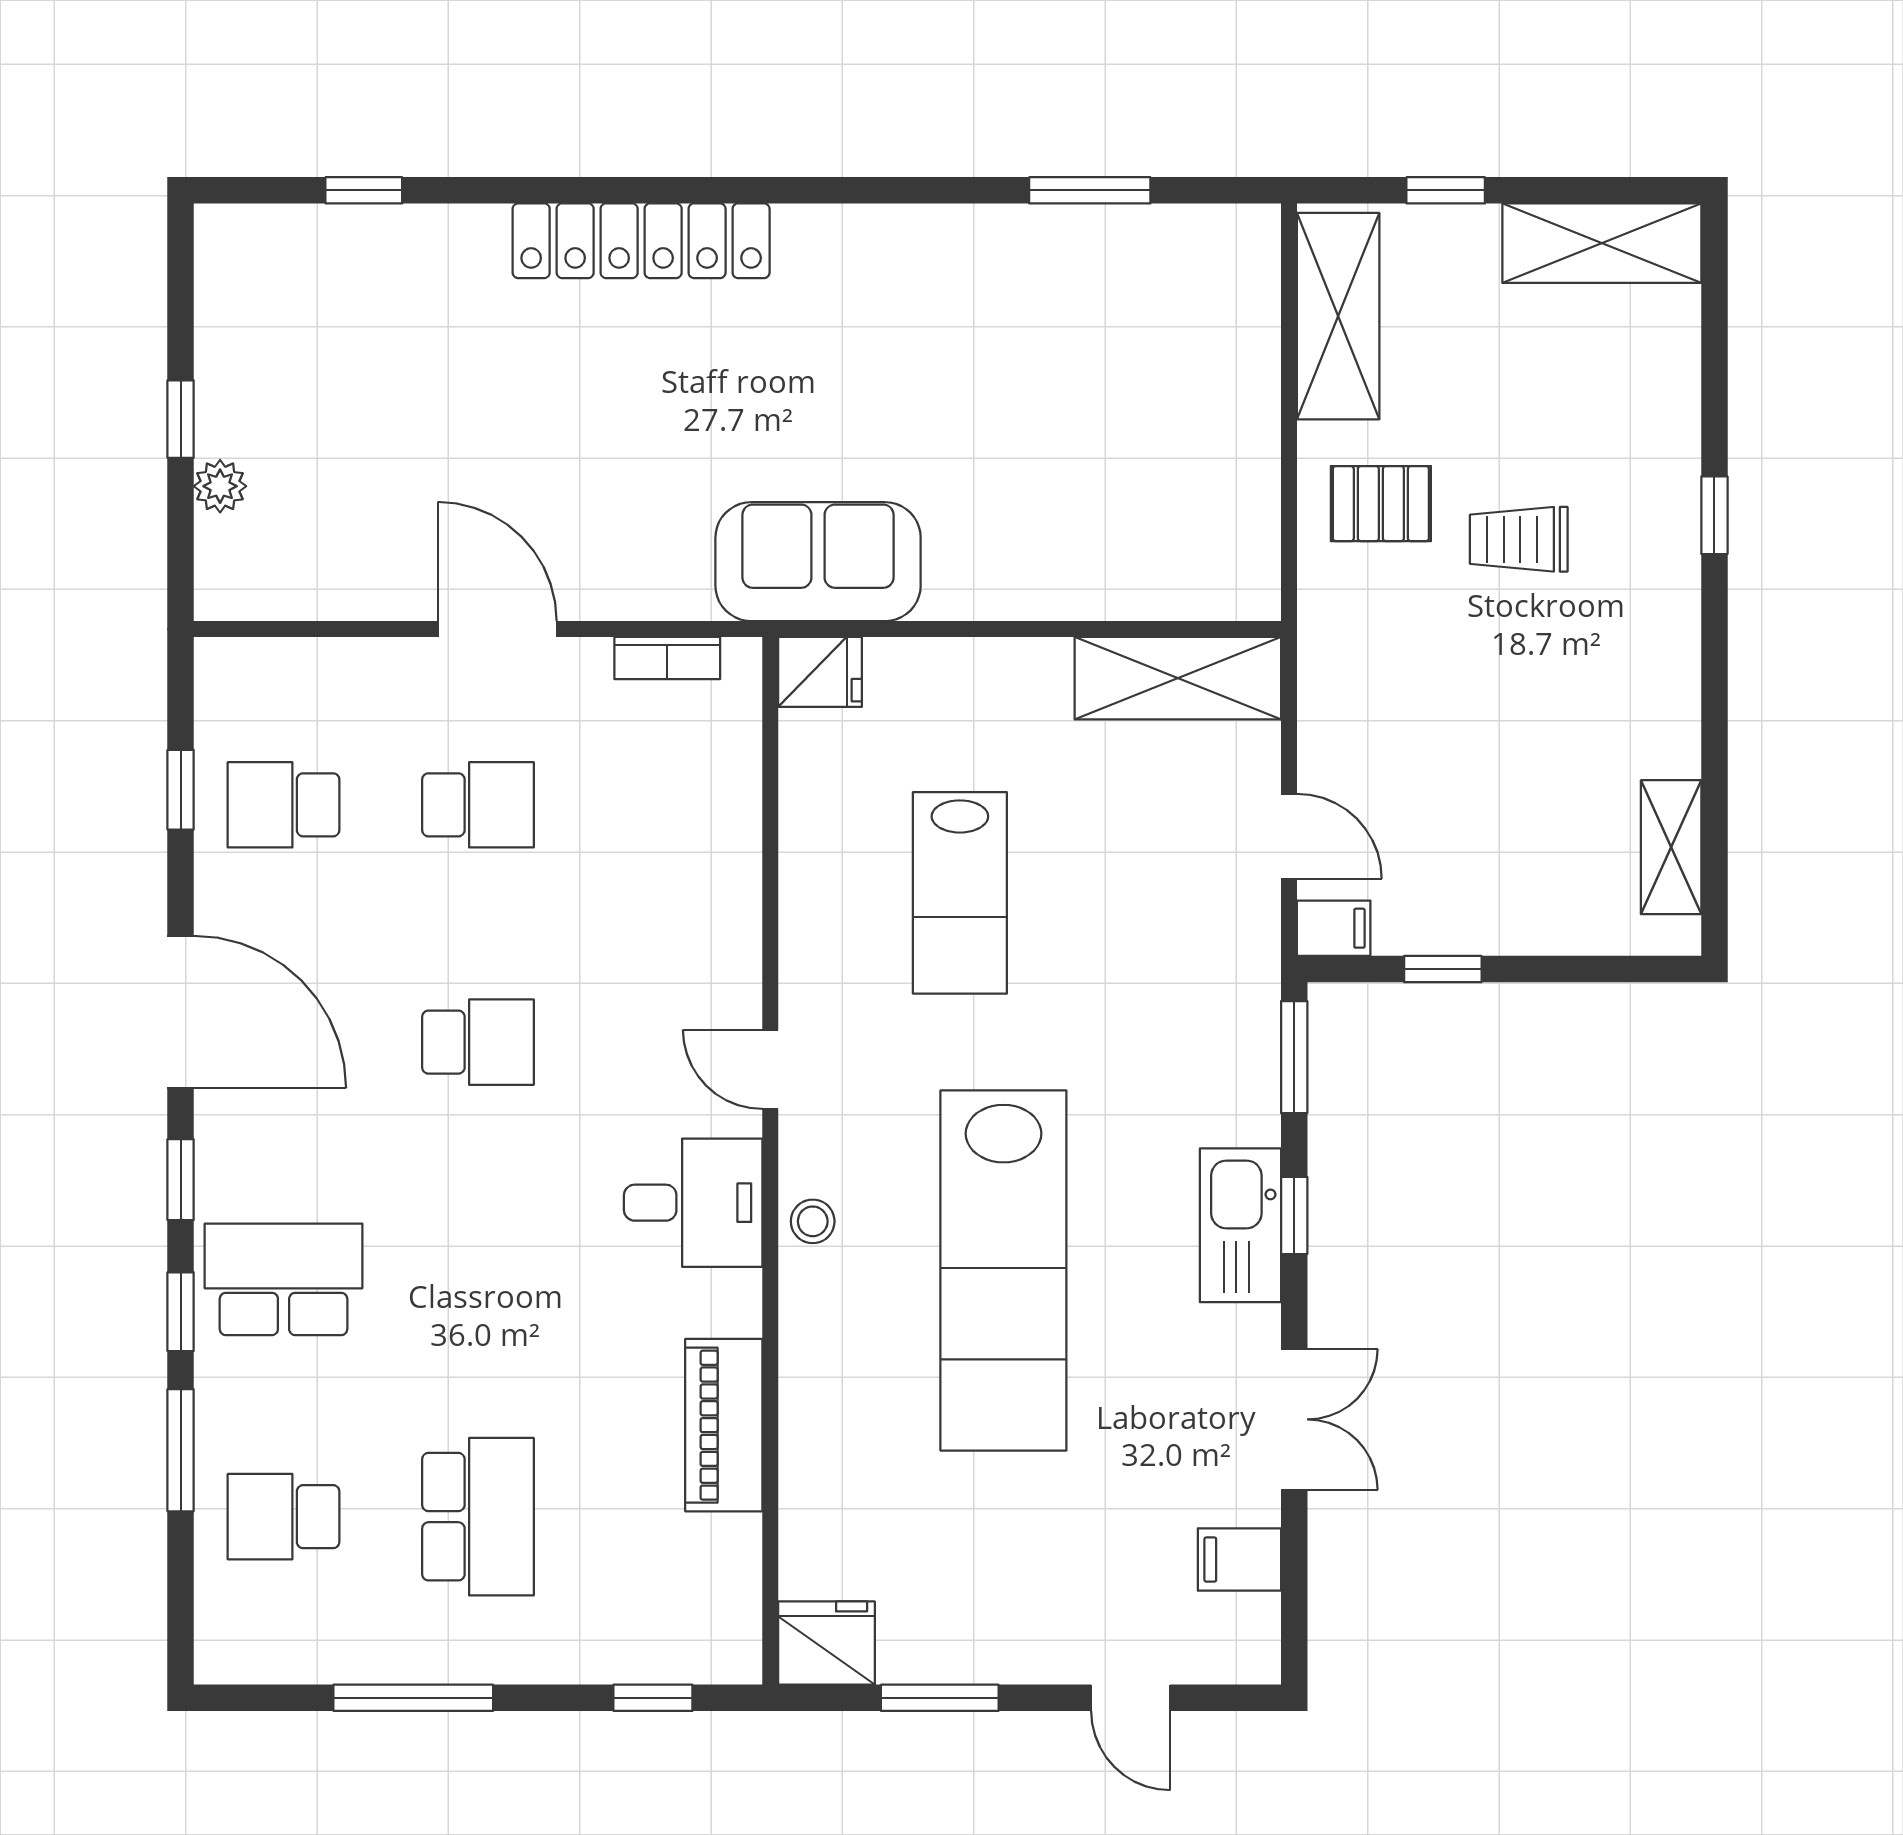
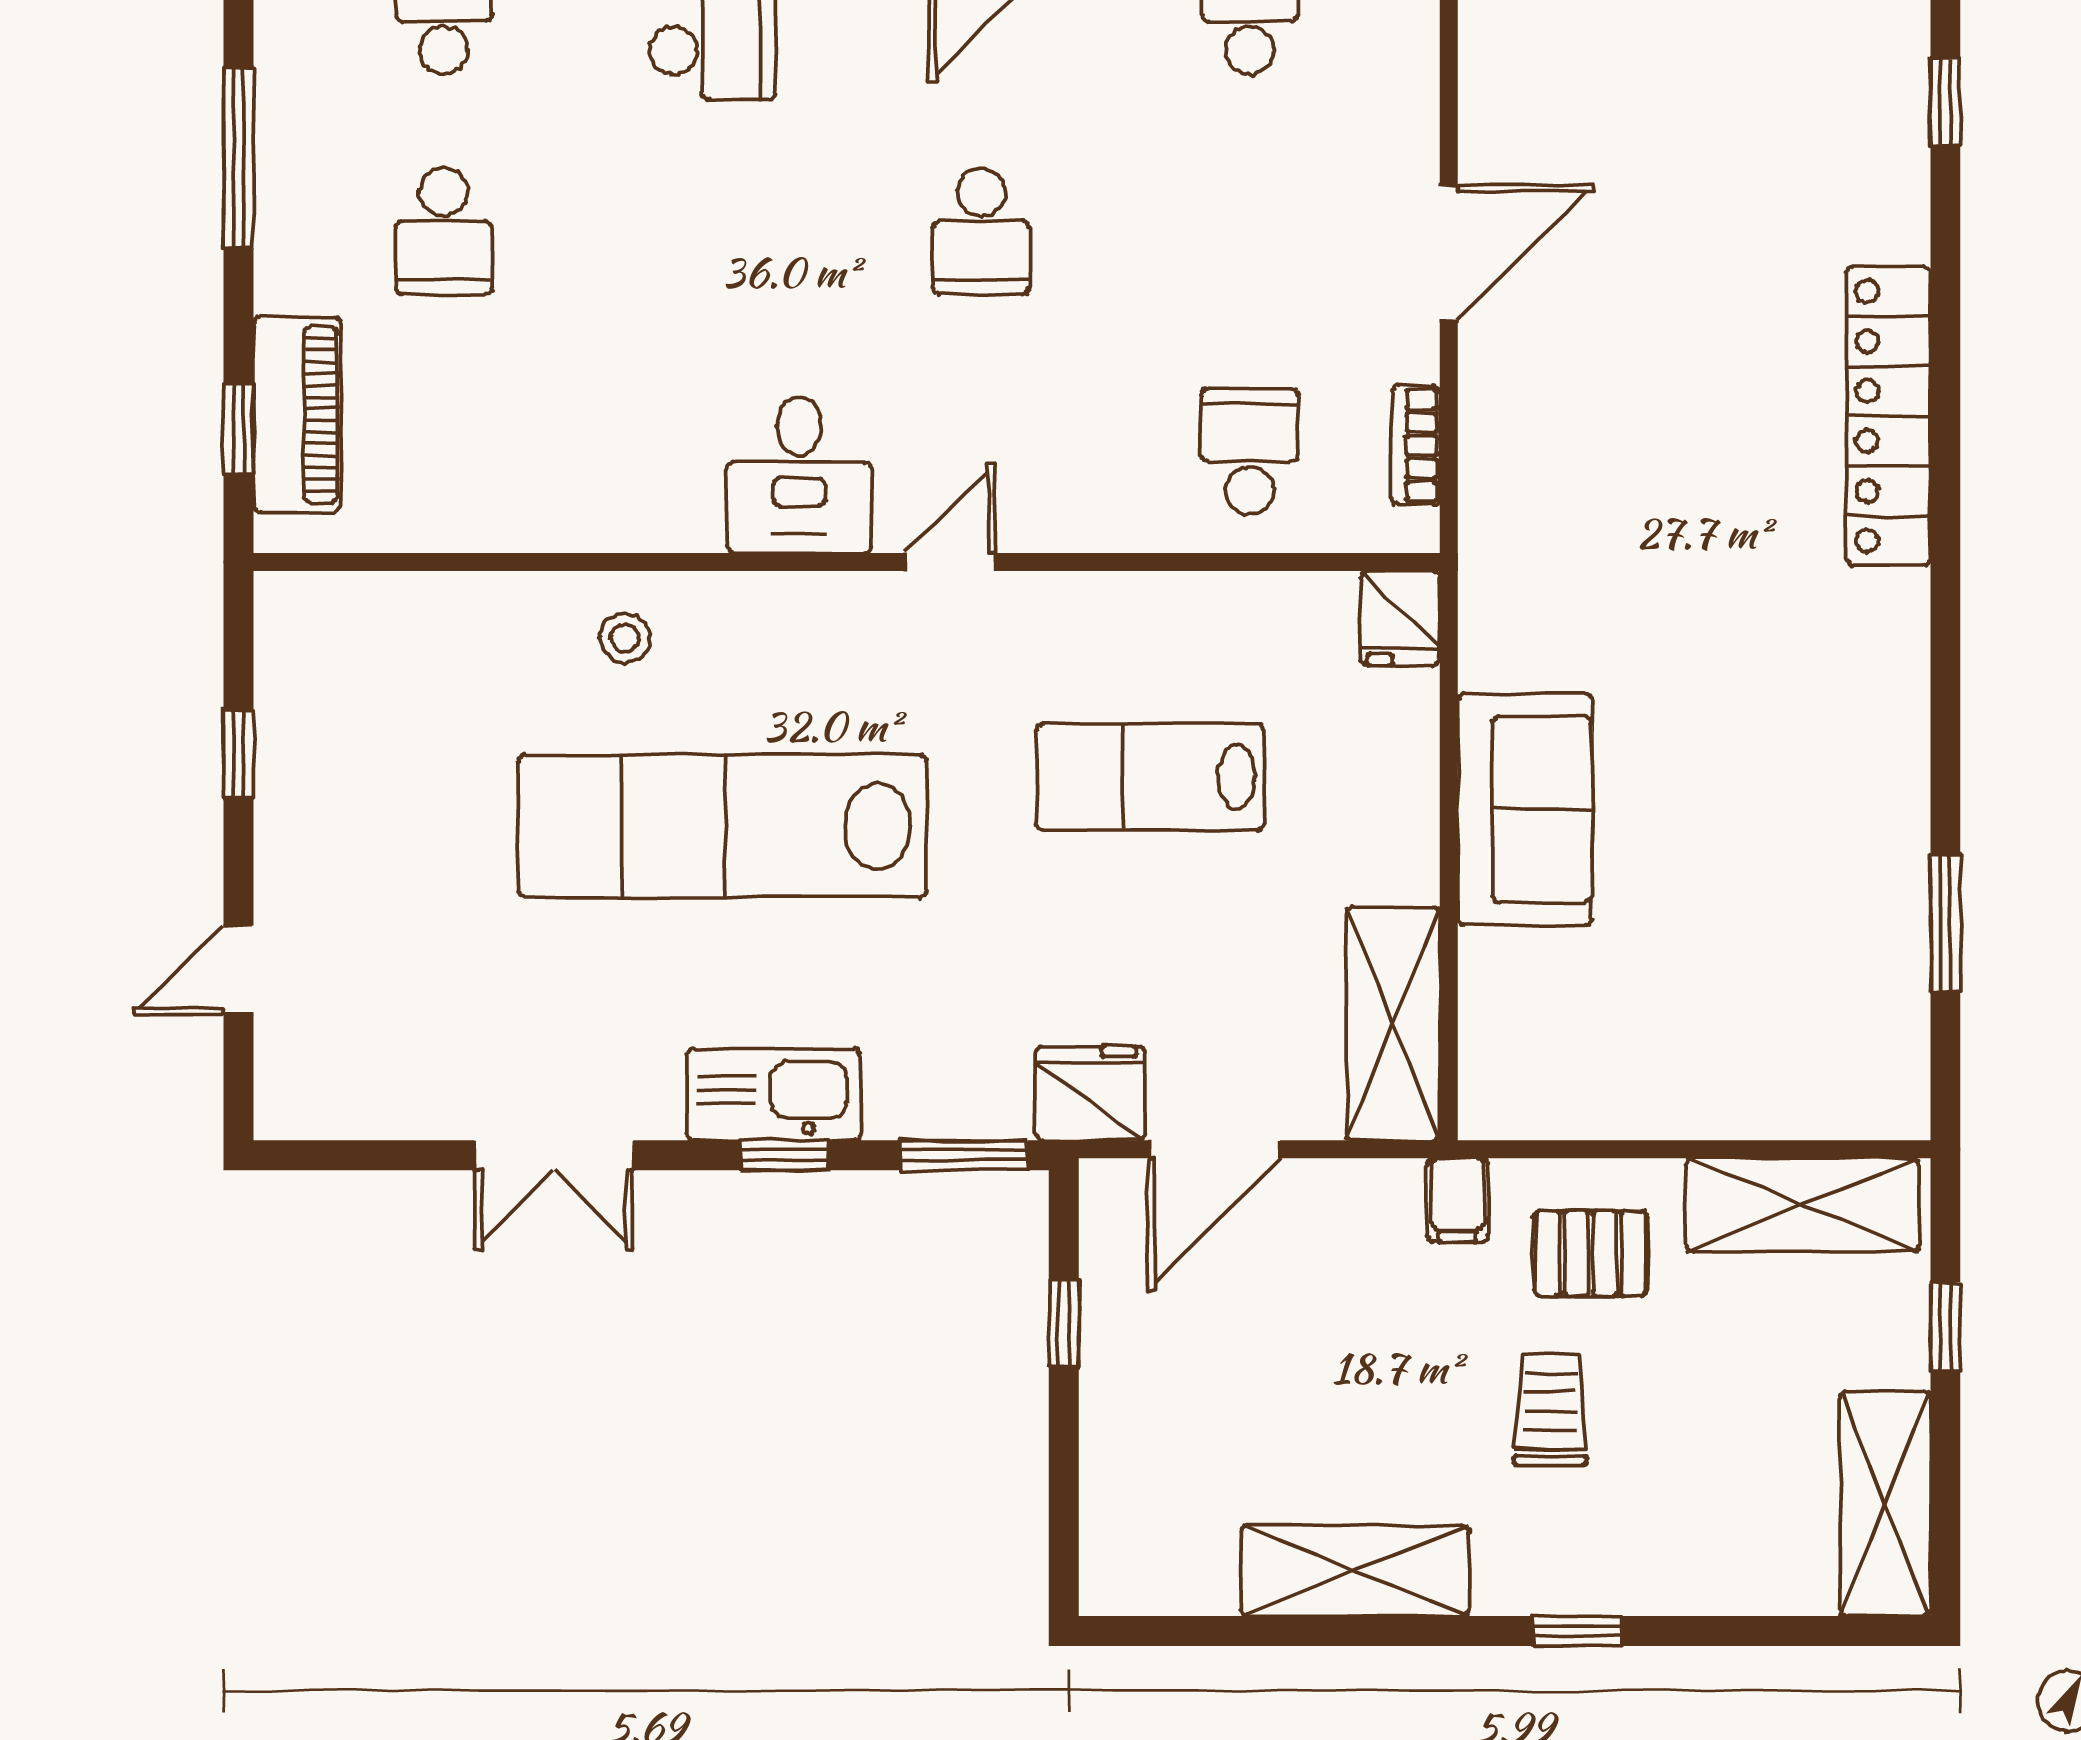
pallet: (1381, 504) -> (1591, 1253), turned 90
sofa: (818, 562) -> (1525, 809), moved
school desk: (478, 805) -> (1250, 451), moved, turned 180
door: (1289, 836) -> (1214, 1149), width x1.38
shelving: (1671, 847) -> (1355, 1571), moved, width x1.50, depth x1.33
filing cabinet: (1334, 928) -> (1458, 1200), moved
stool: (813, 1221) -> (625, 638), moved
piano: (724, 1425) -> (297, 415), moved, turned 90
school desk: (478, 1517) -> (444, 231), width x0.54
filing cabinet: (1239, 1560) -> (395, 1093), removed
fridge: (826, 1643) -> (1090, 1093), moved, turned -90
window: (940, 1698) -> (239, 754), width x0.67

